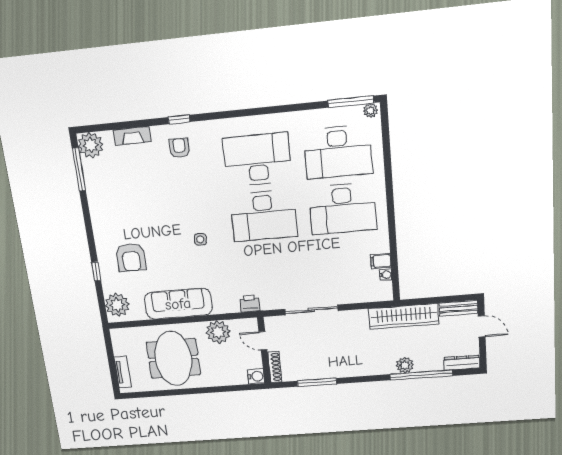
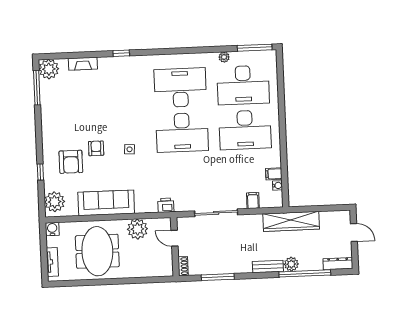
plant: (370, 111) -> (224, 57), moved
armchair: (179, 148) -> (96, 148), moved
filing cabinet: (356, 294) -> (253, 201), added
bench: (458, 308) -> (268, 266), moved
shoe rack: (275, 367) -> (183, 266), width x0.70
water cooler: (256, 376) -> (52, 229), moved, turned -90

